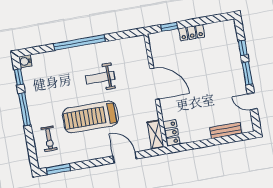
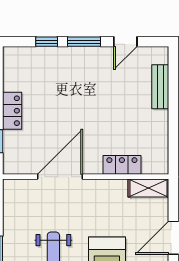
door: (154, 84) -> (60, 177), moved
locker: (171, 133) -> (122, 165), moved

